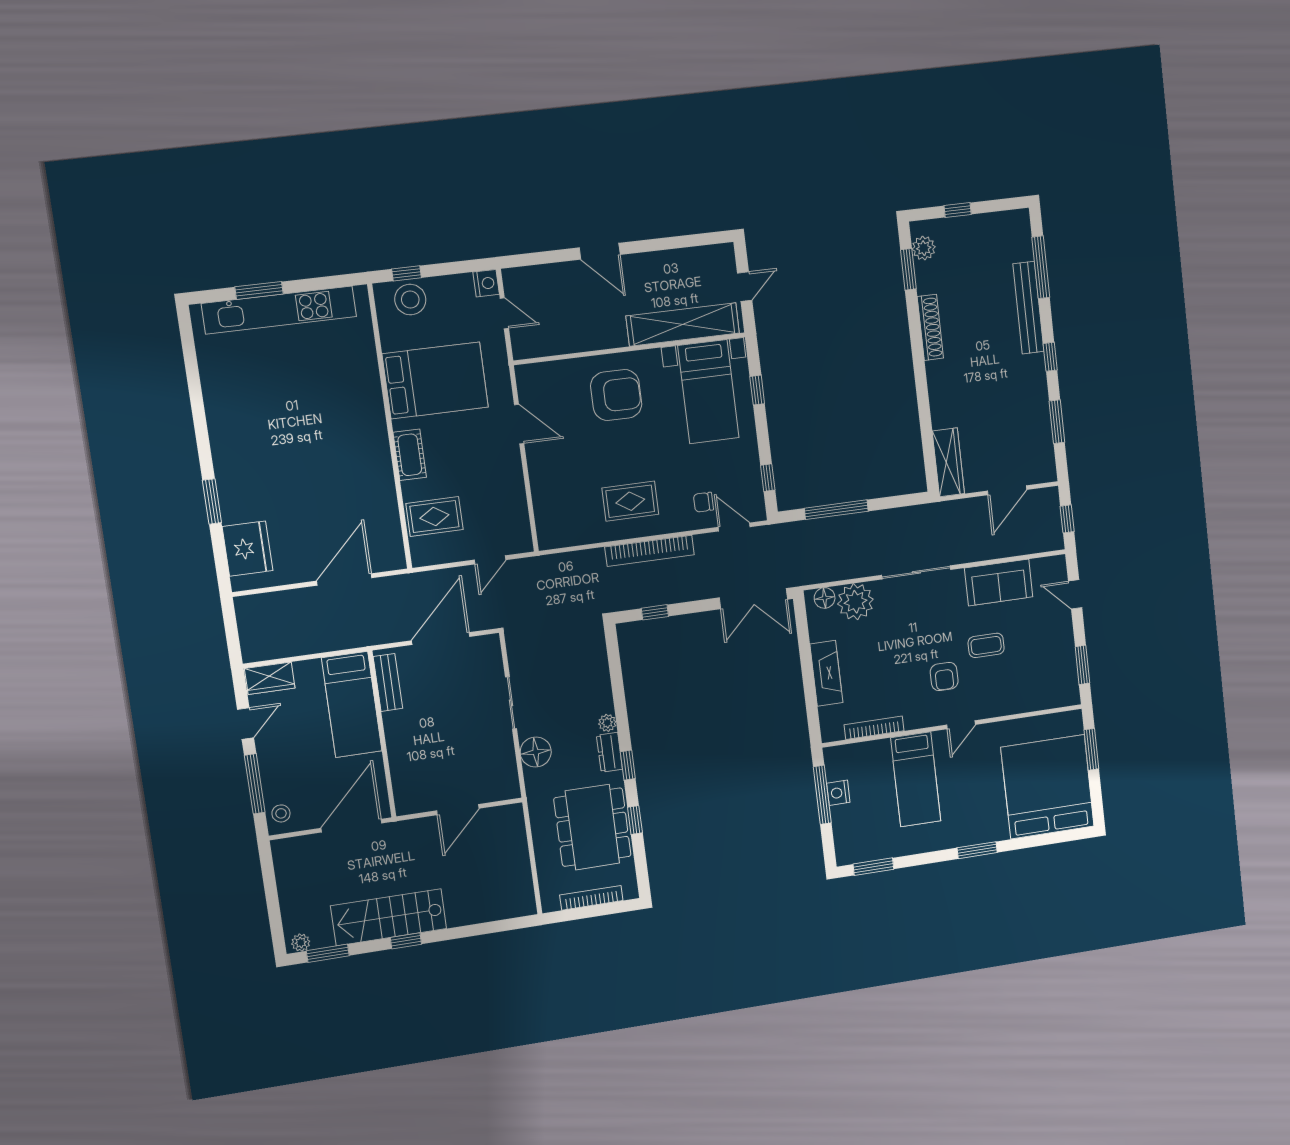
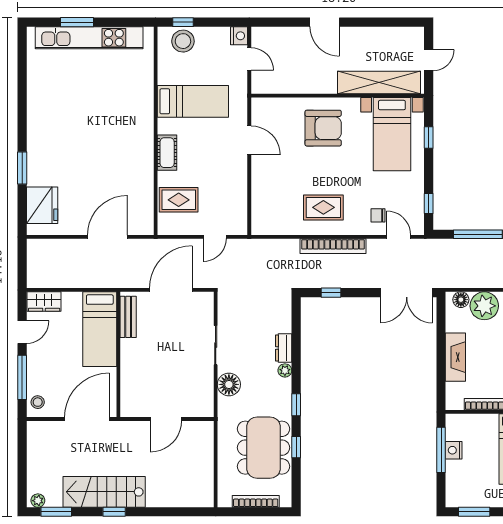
bed: (435, 380) -> (193, 101), width x0.67
dresser: (609, 752) -> (284, 348), moved

